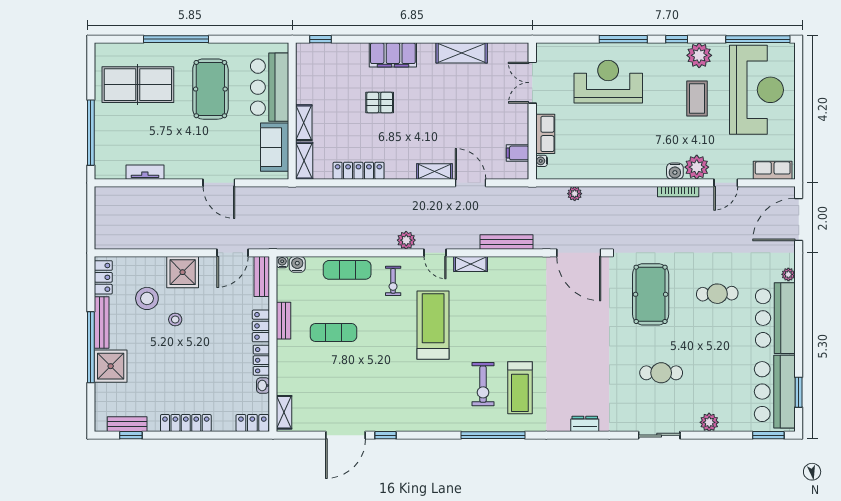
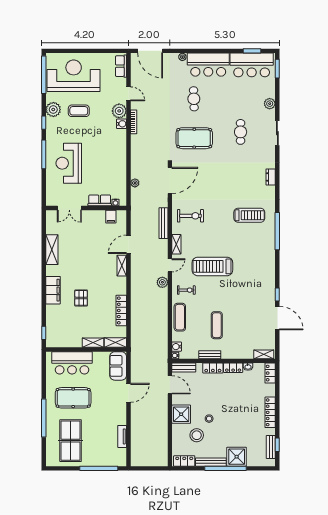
sofa: (275, 147) -> (118, 366), moved, turned 90
exercise bike: (483, 384) -> (190, 216), moved

